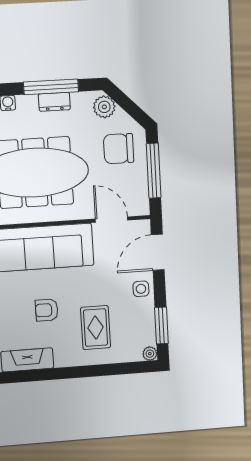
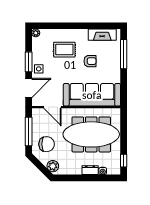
window: (51, 87) -> (80, 178), removed
dresser: (54, 102) -> (90, 170), moved
window: (161, 326) -> (29, 62), moved
rug: (96, 328) -> (64, 50), turned 90

